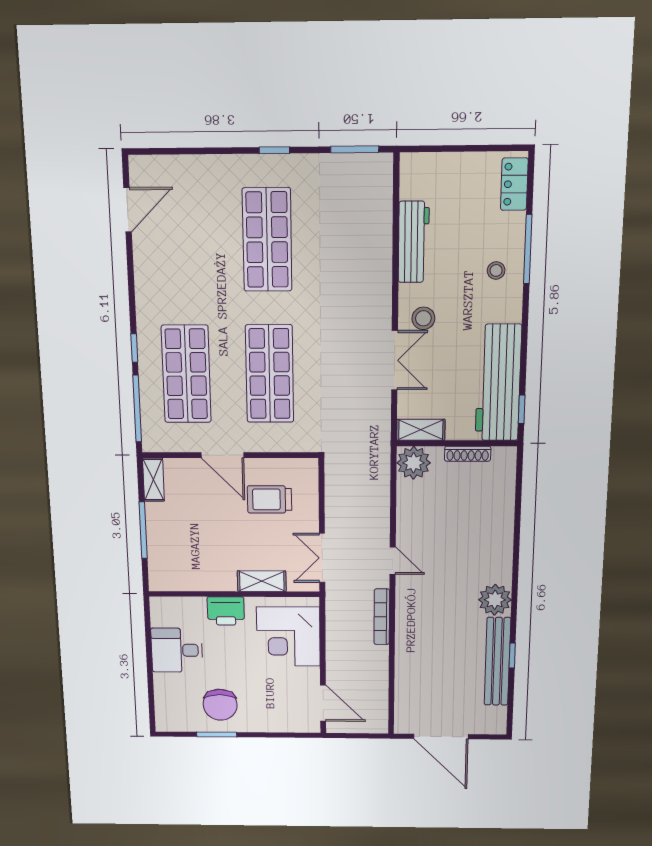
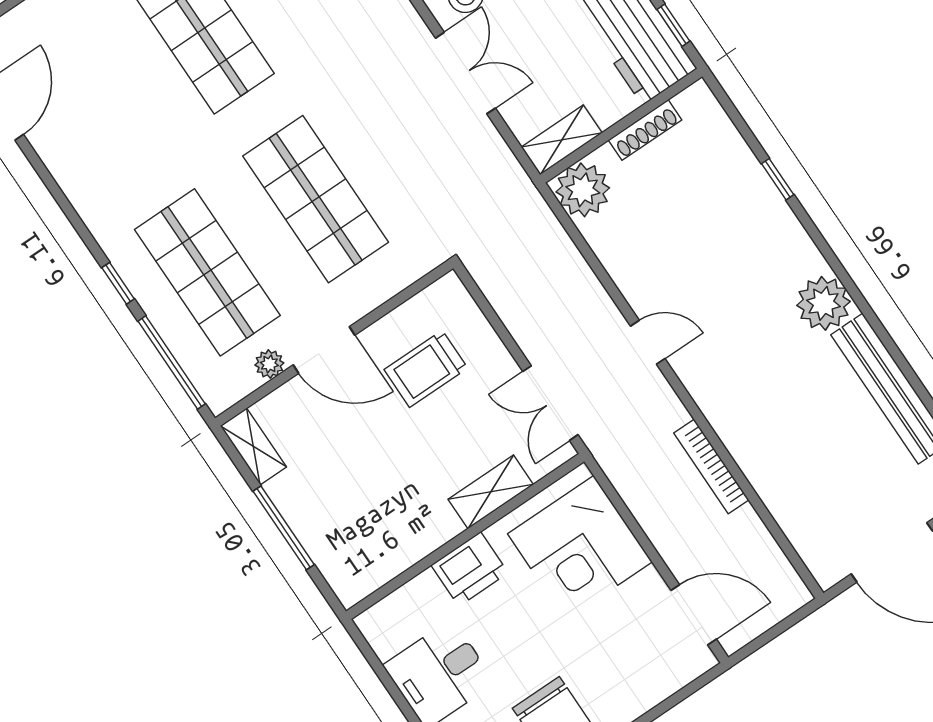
plant: (189, 443) -> (269, 364), added
bookcase: (382, 617) -> (711, 466), moved
window: (512, 655) -> (778, 179), moved

